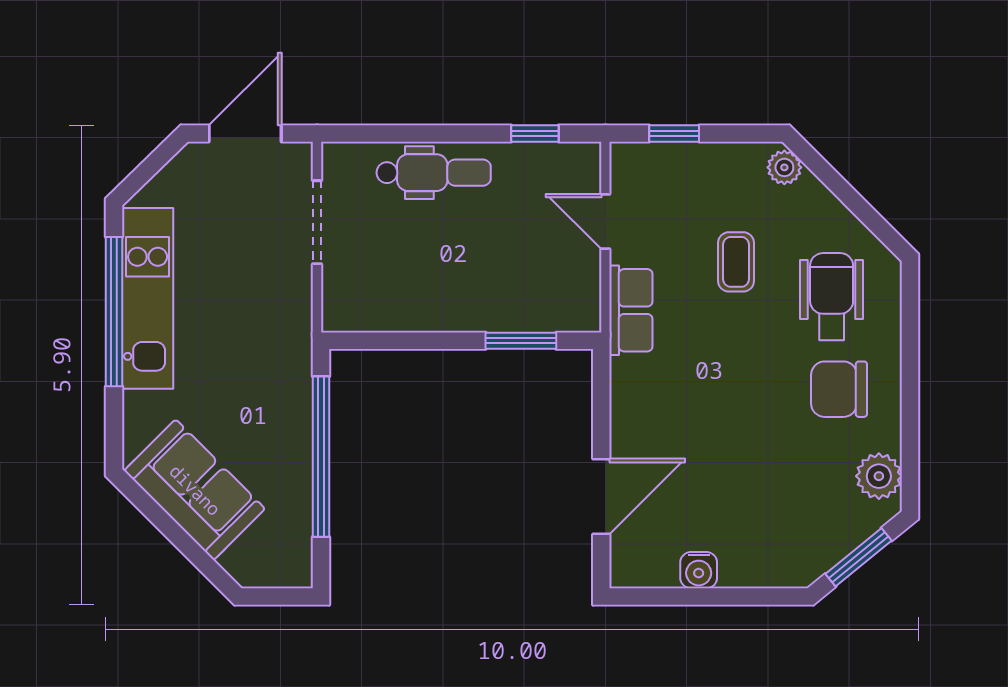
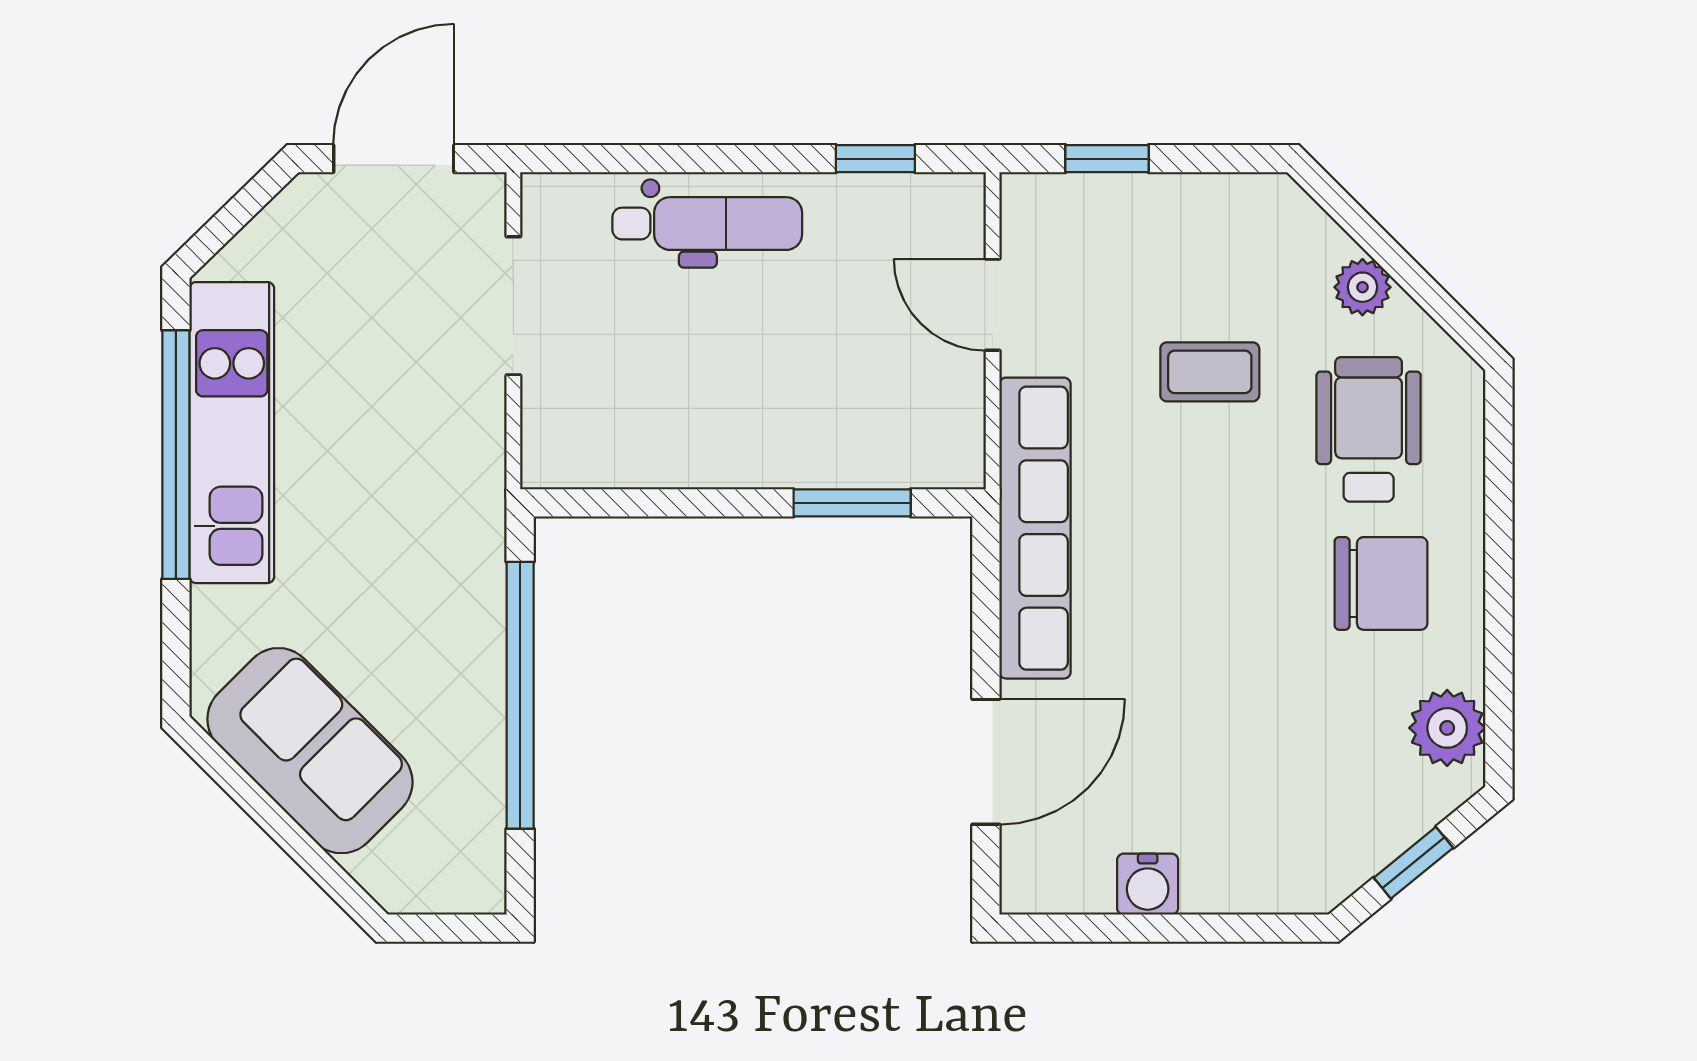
plant: (784, 167) -> (1362, 287), moved
coffee table: (736, 262) -> (1210, 372), turned 90
row of seats: (631, 310) -> (1035, 528), width x2.02
chair: (839, 389) -> (1381, 583), turned 180
window: (859, 557) -> (1413, 863), width x0.67

